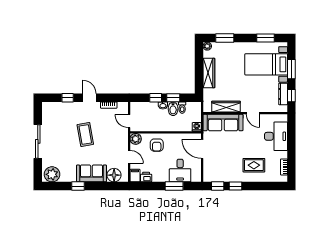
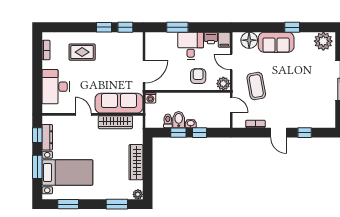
coffee table: (85, 135) -> (256, 86), moved
door: (202, 149) -> (144, 72), hinge flipped
desk: (180, 171) -> (191, 46), moved

